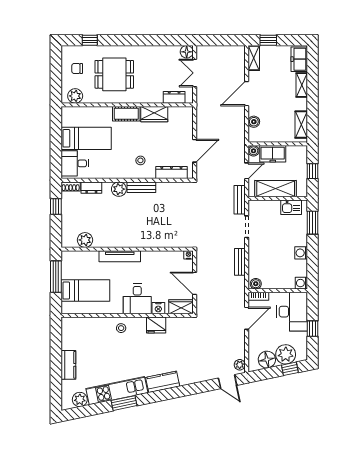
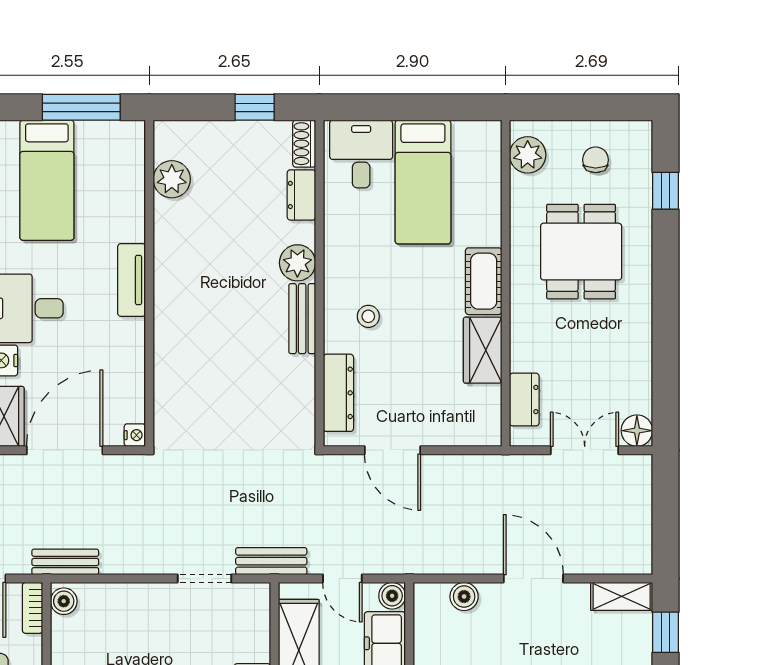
tv unit: (120, 256) -> (132, 280), width x0.71
bench: (240, 262) -> (65, 562), moved
door: (195, 283) -> (65, 450), width x1.36

